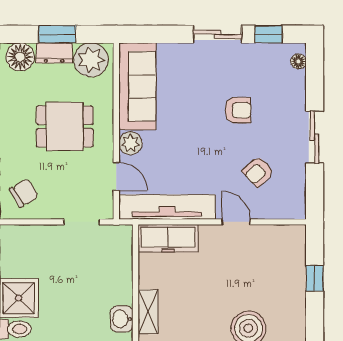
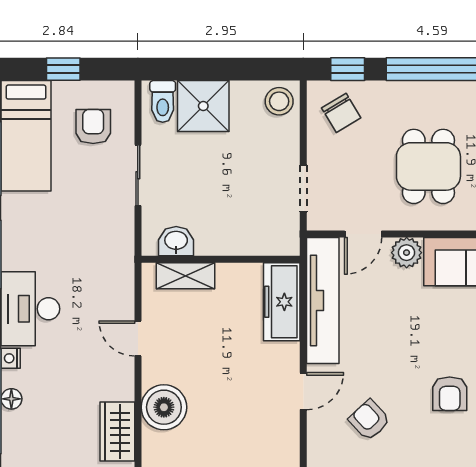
stool: (15, 240) -> (279, 101), added

